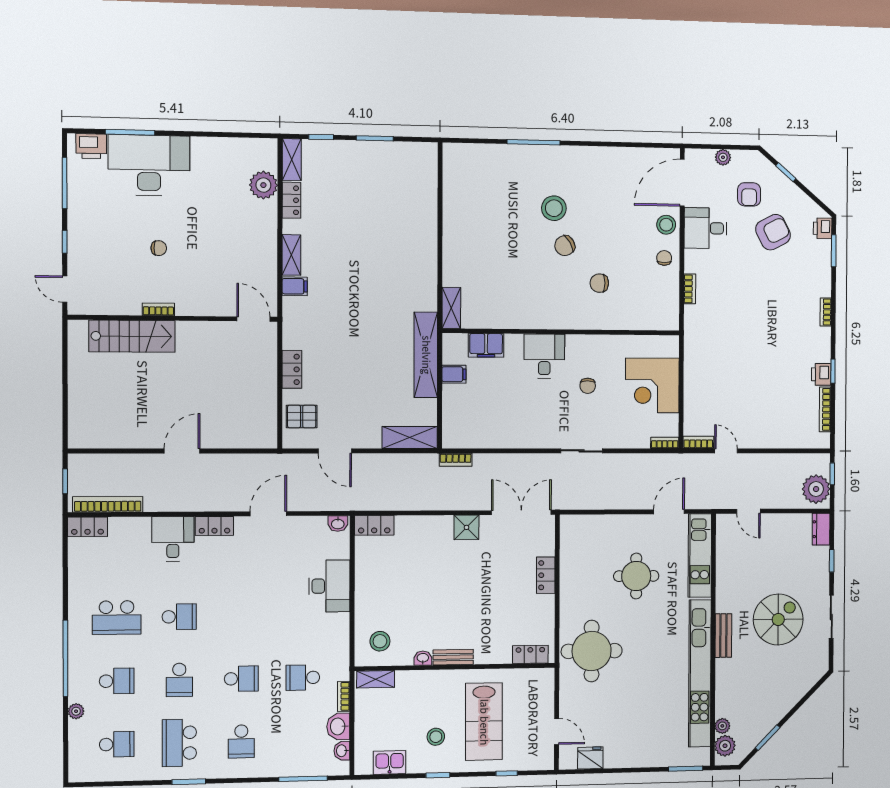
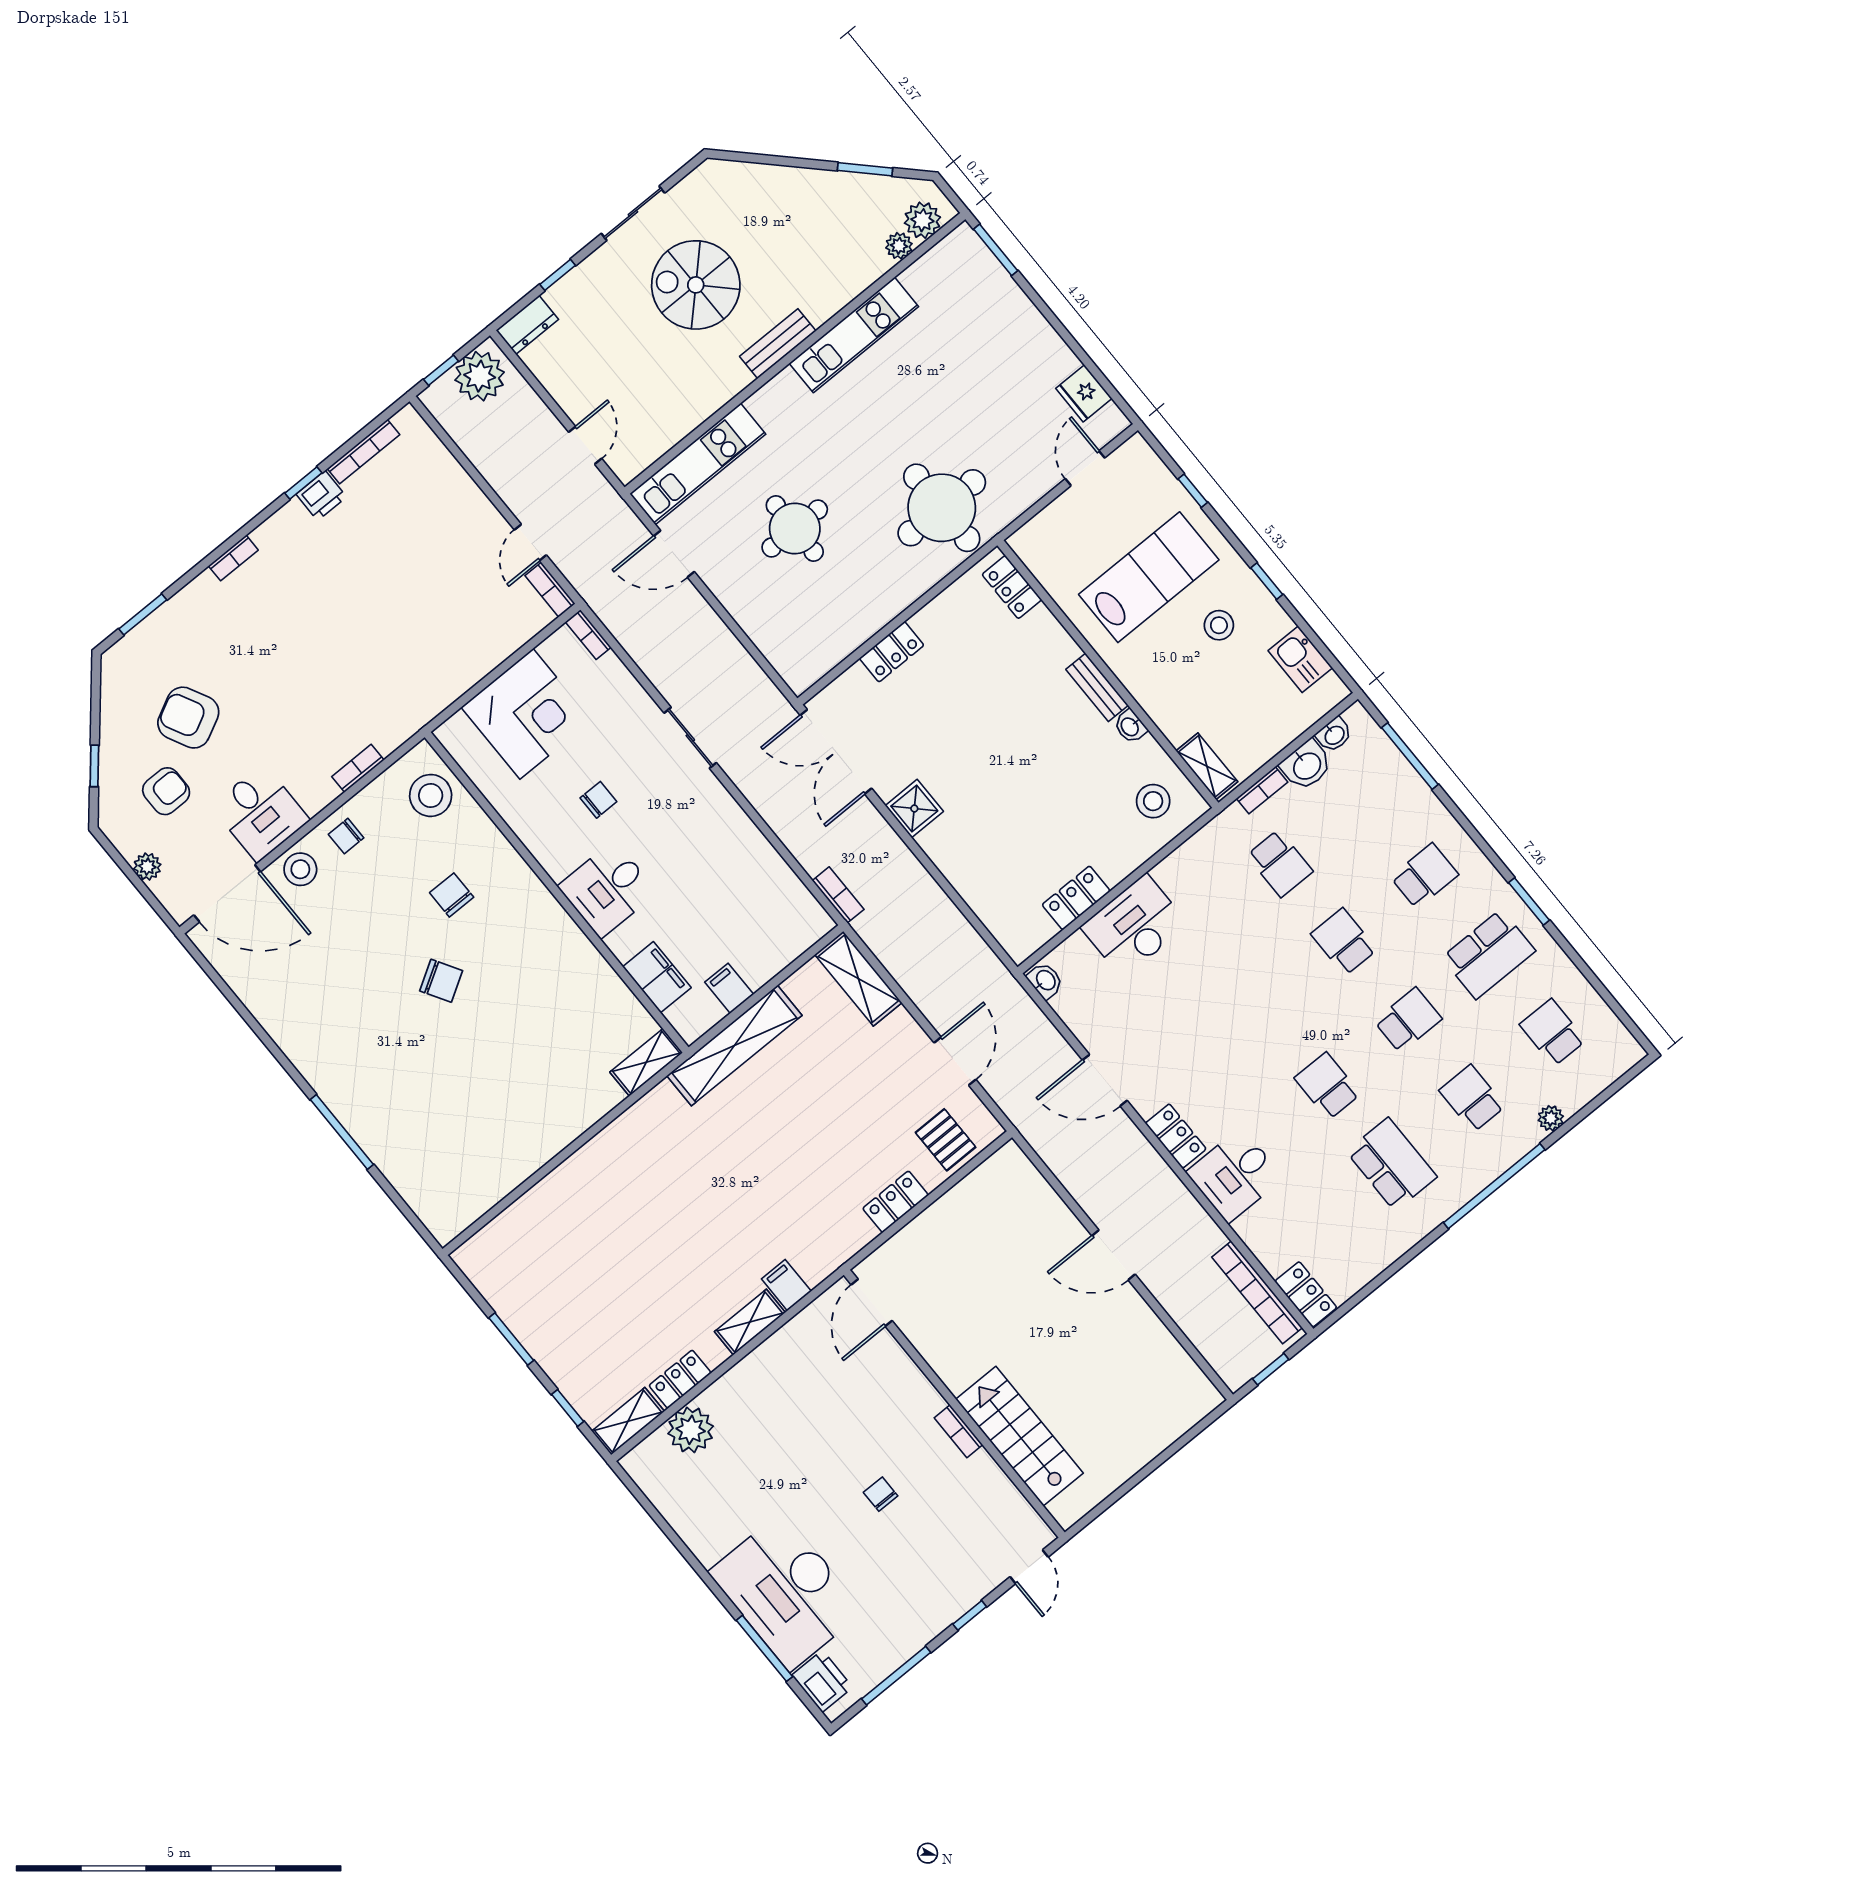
stool: (554, 208) -> (431, 795), moved
printer: (823, 228) -> (126, 654), removed
chair: (599, 283) -> (452, 895), turned 180
locker: (374, 525) -> (1076, 898), moved, turned -90
kitchen unit: (700, 673) -> (854, 335), width x0.54

